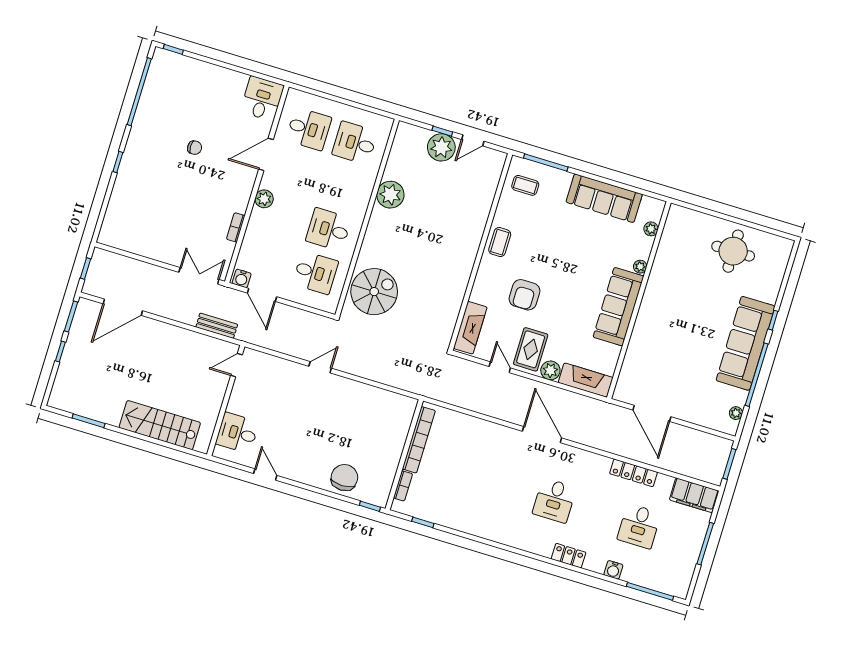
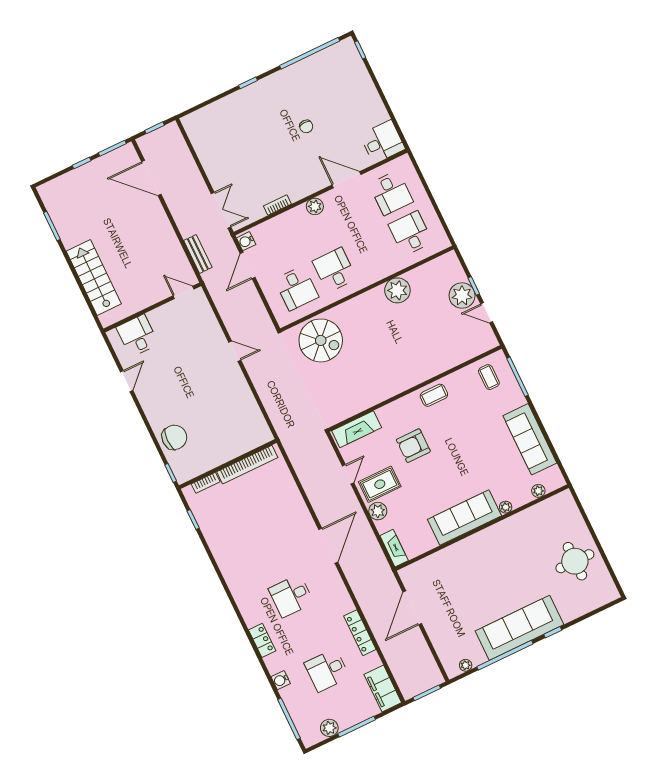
fireplace: (586, 380) -> (394, 548), width x0.73, depth x0.76
plant: (686, 566) -> (329, 728), added

